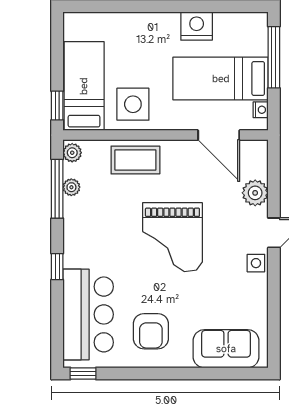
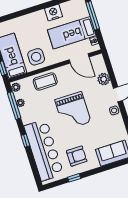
bar counter: (88, 314) -> (44, 150), width x1.36
armchair: (151, 331) -> (77, 156), turned -90
window: (83, 373) -> (74, 178), moved

